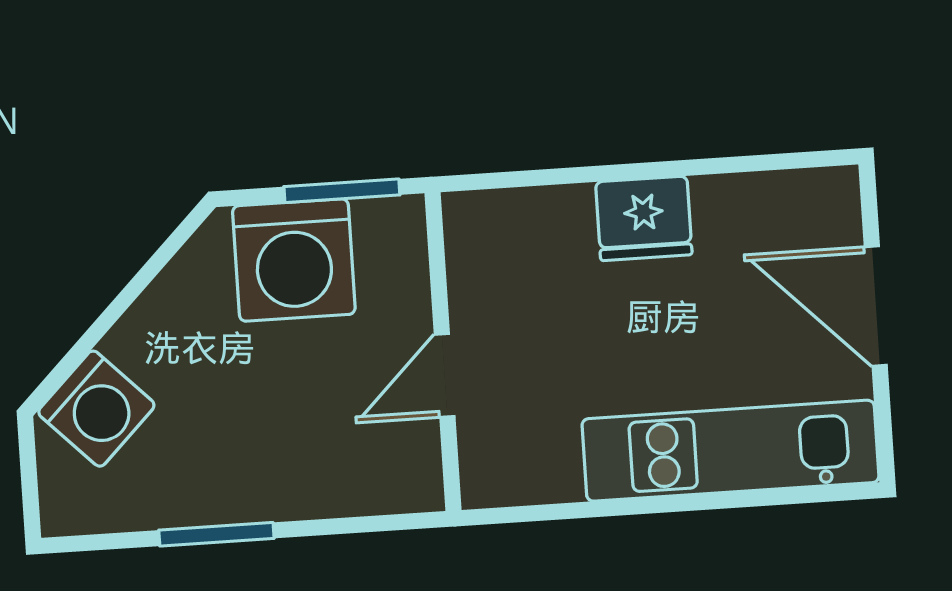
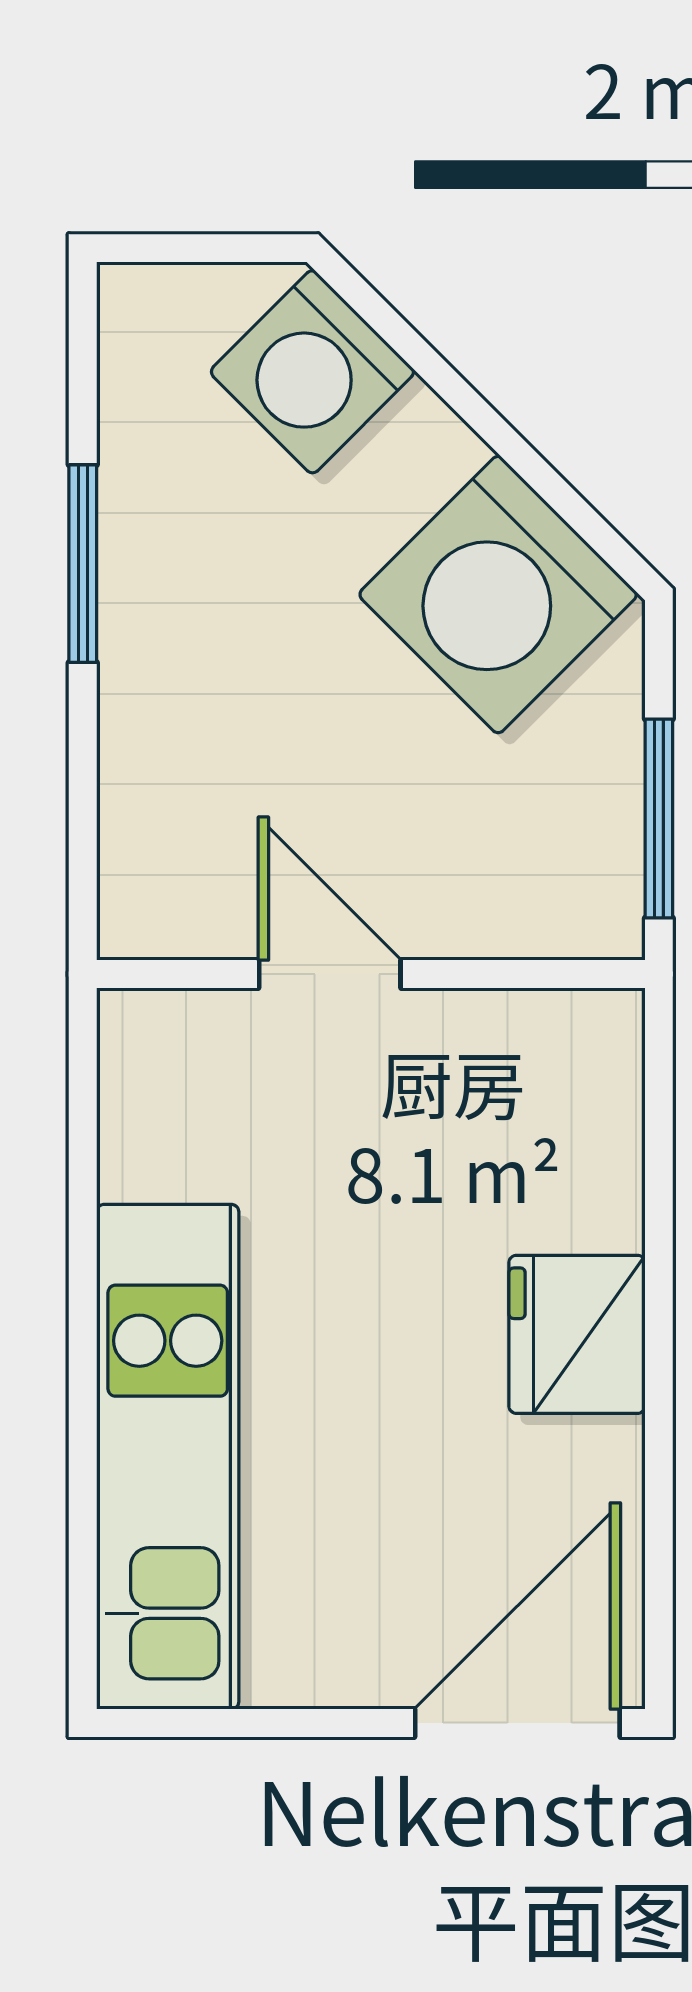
washing machine: (294, 260) -> (498, 595), moved, turned -45
door: (876, 306) -> (517, 1723), moved

